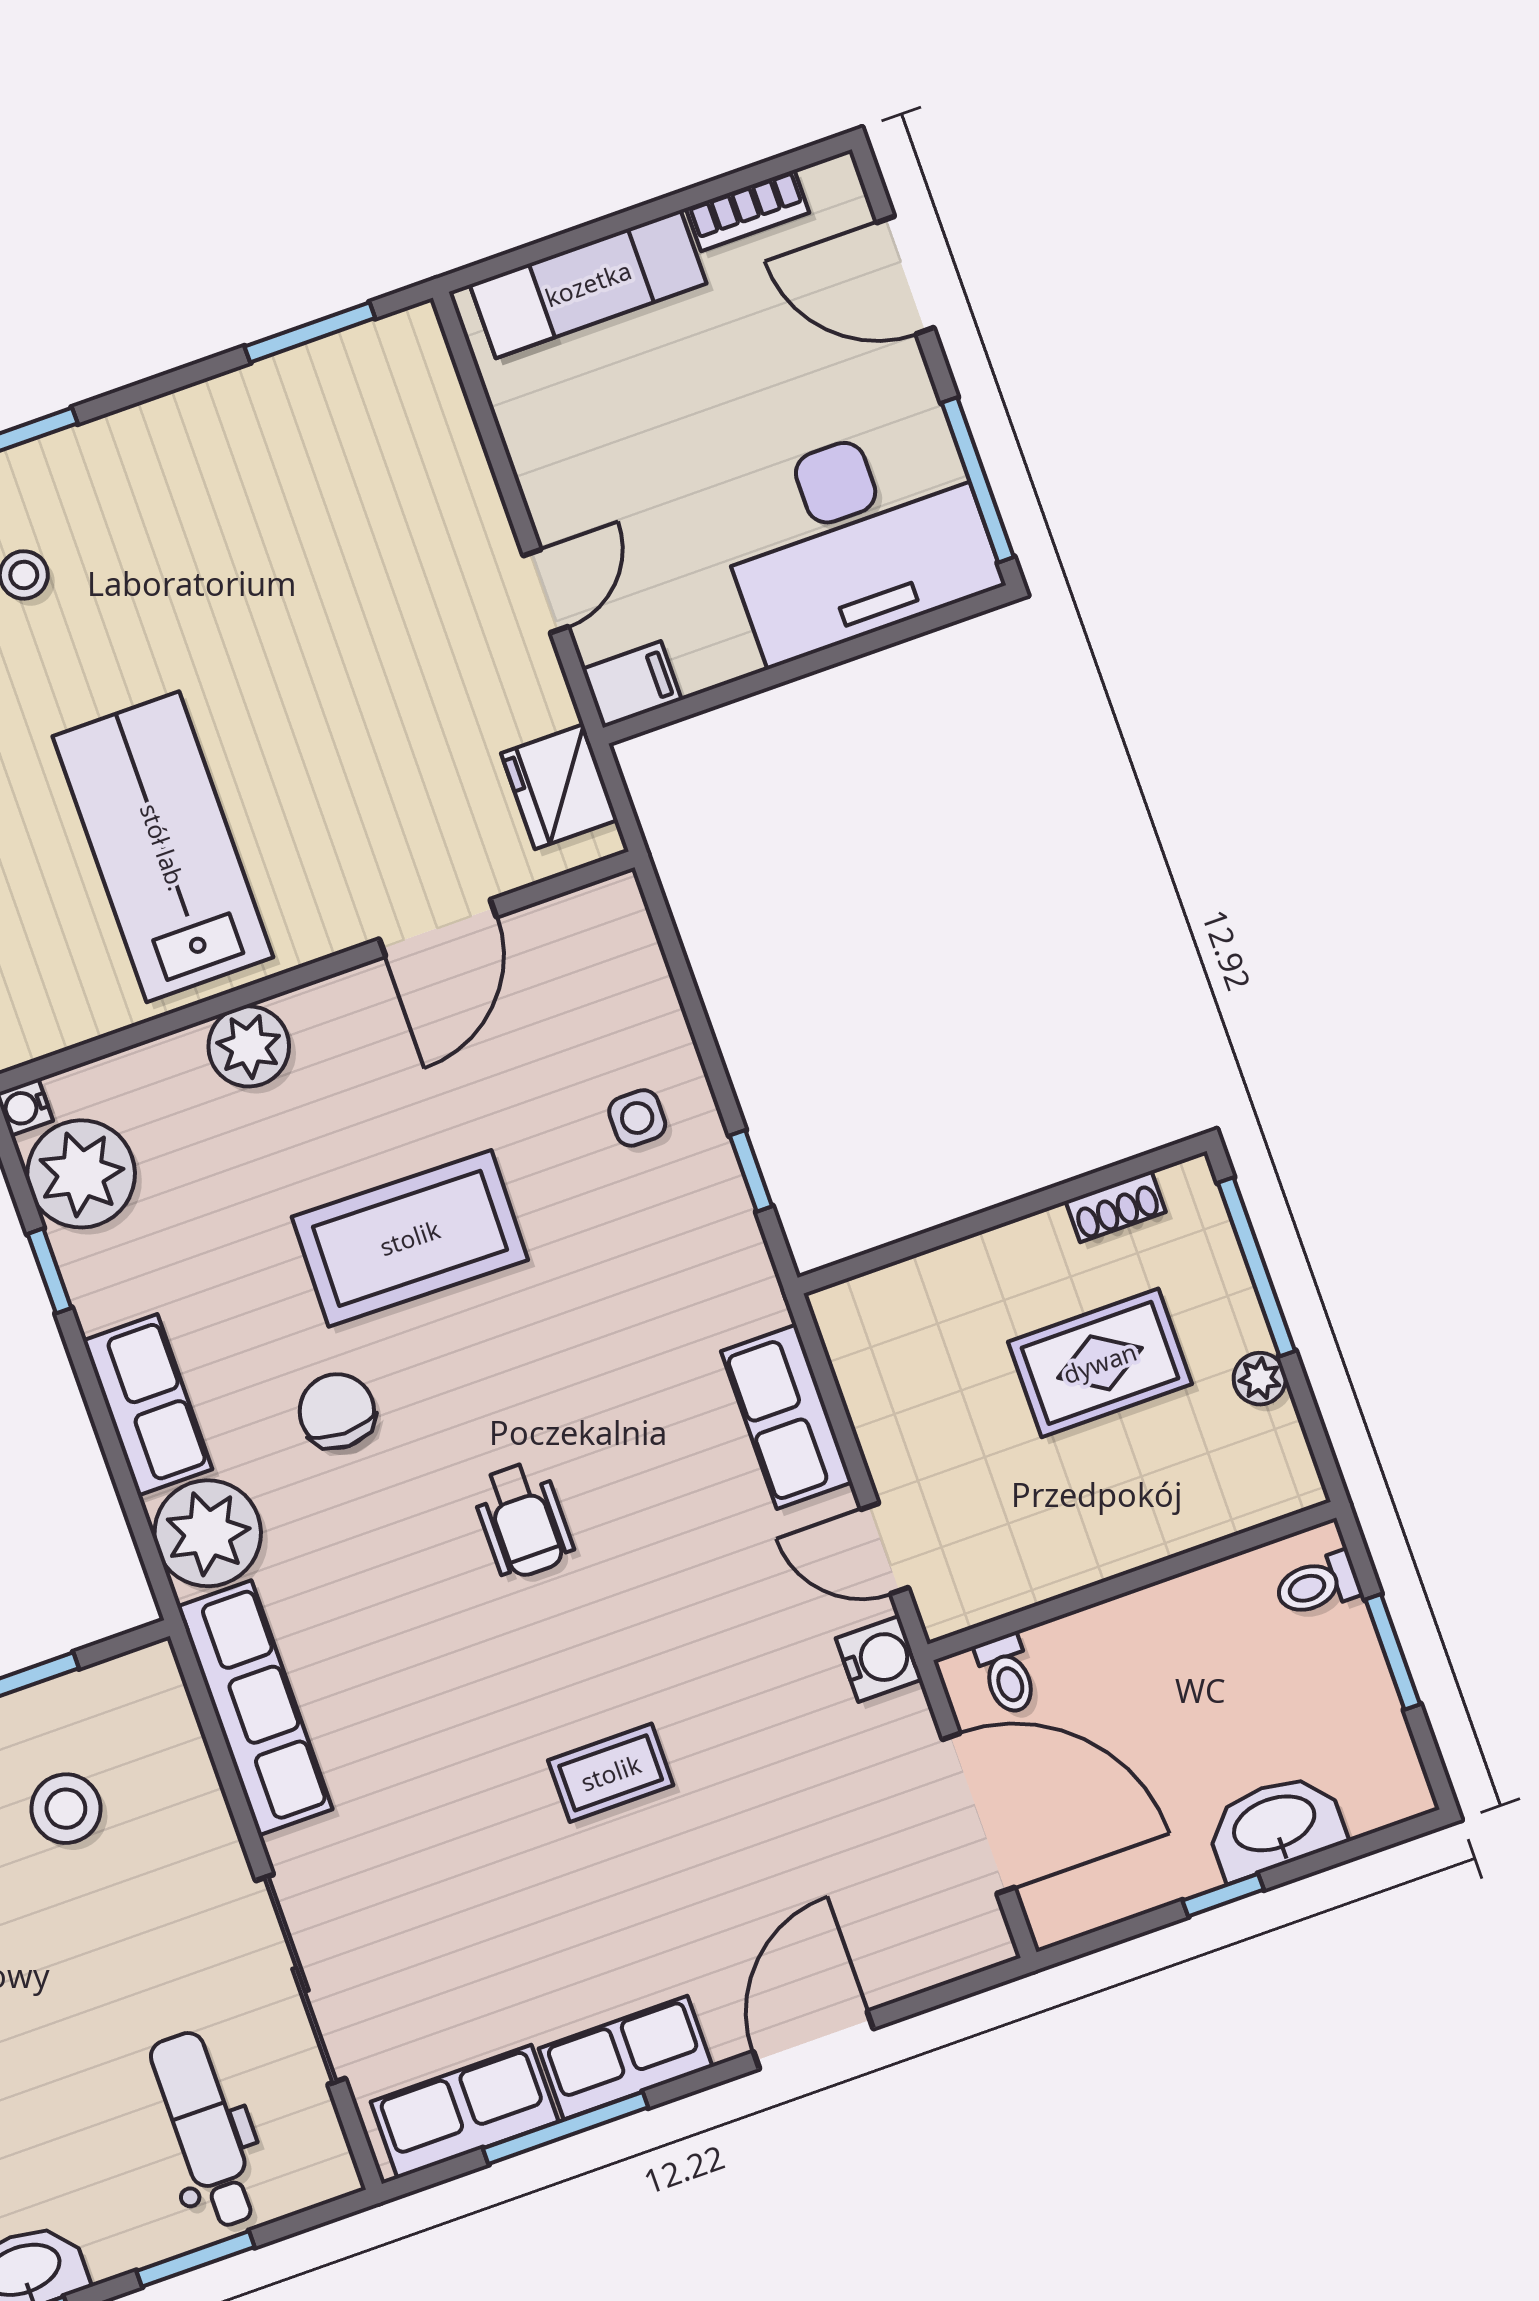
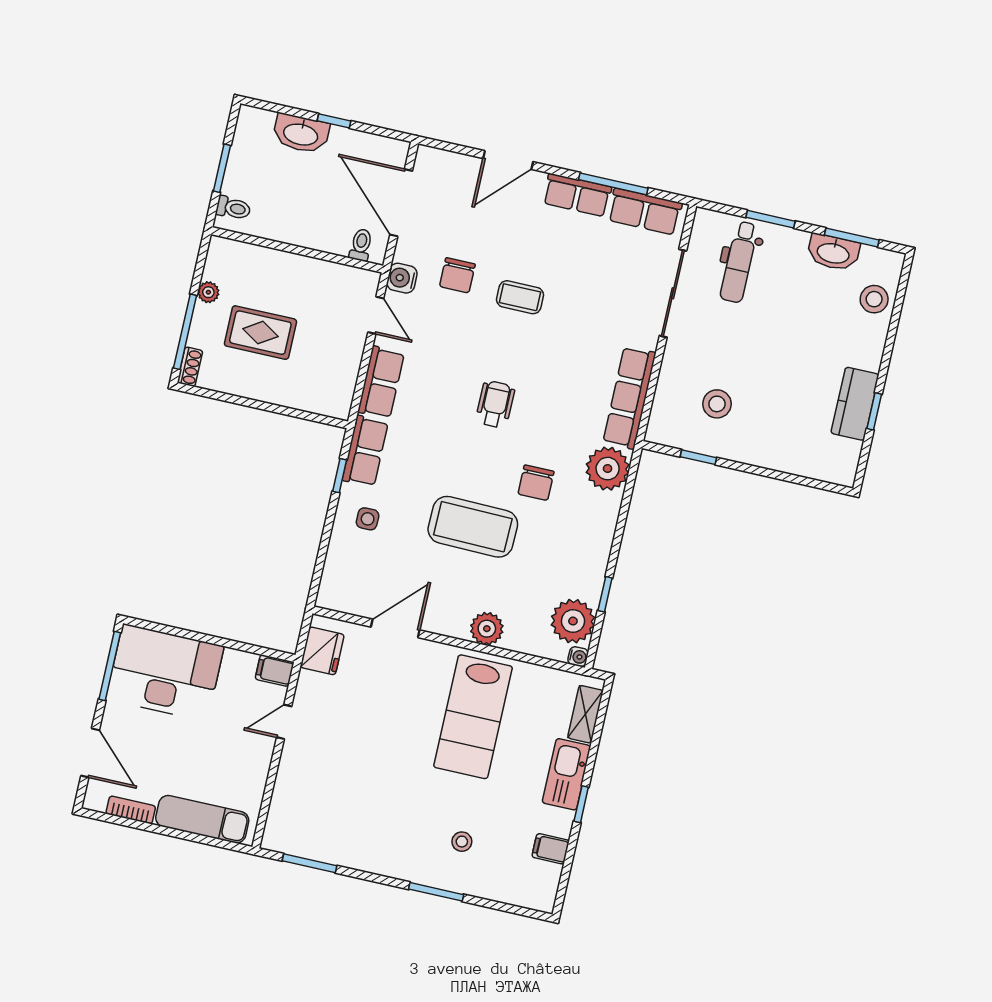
shoe rack: (1116, 1206) -> (190, 367), moved, turned 90
row of seats: (148, 1405) -> (365, 451), moved, turned 180
chair: (768, 1737) -> (457, 275), added

